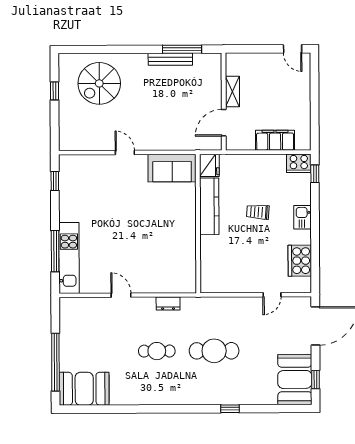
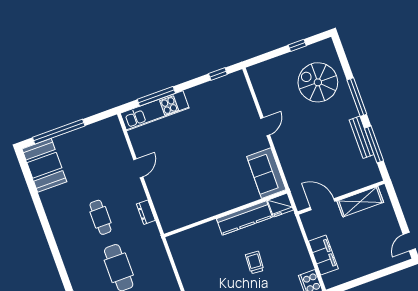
window: (128, 49) -> (357, 97), added
shelving: (232, 92) -> (360, 202), width x1.50, depth x1.33

